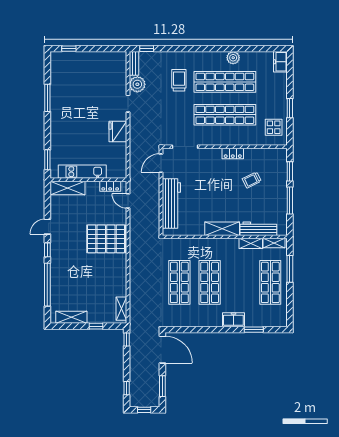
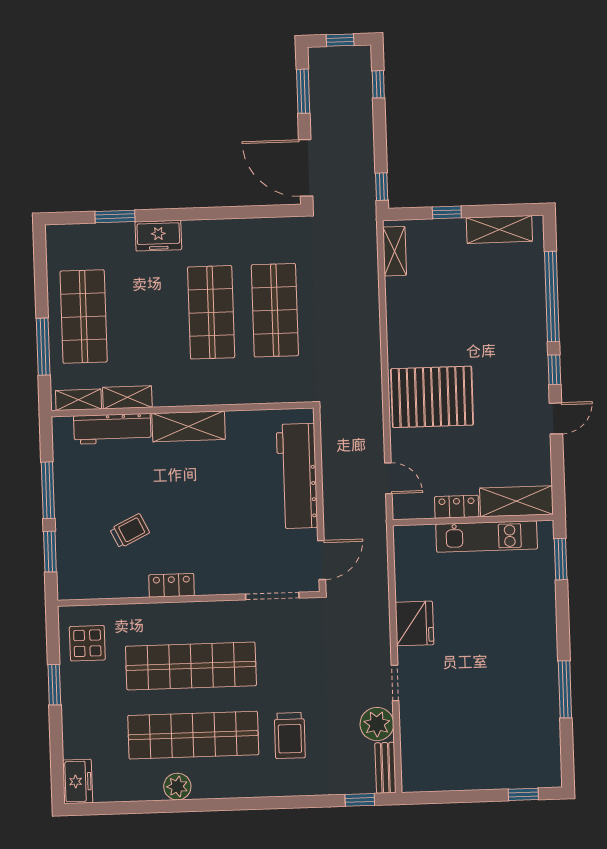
locker: (110, 186) -> (457, 507), moved

